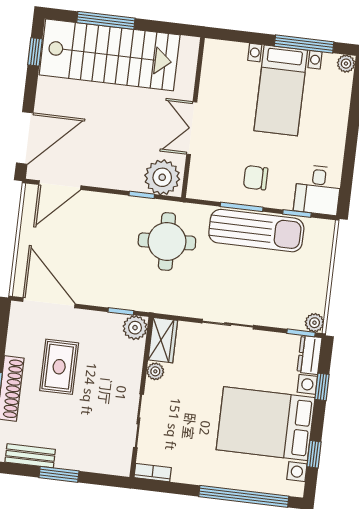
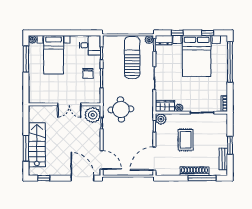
stairs: (110, 55) -> (37, 145), width x0.73, depth x0.66
bed with nightstands: (281, 90) -> (54, 55), moved, turned 90
sun lounger: (256, 231) -> (132, 57), moved
rug: (59, 367) -> (186, 140), moved, turned 90

